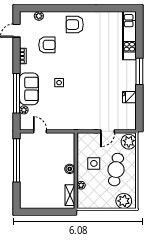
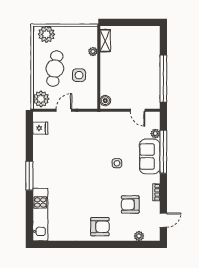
fridge: (129, 97) -> (40, 128), moved
boiler: (70, 169) -> (105, 101), moved

